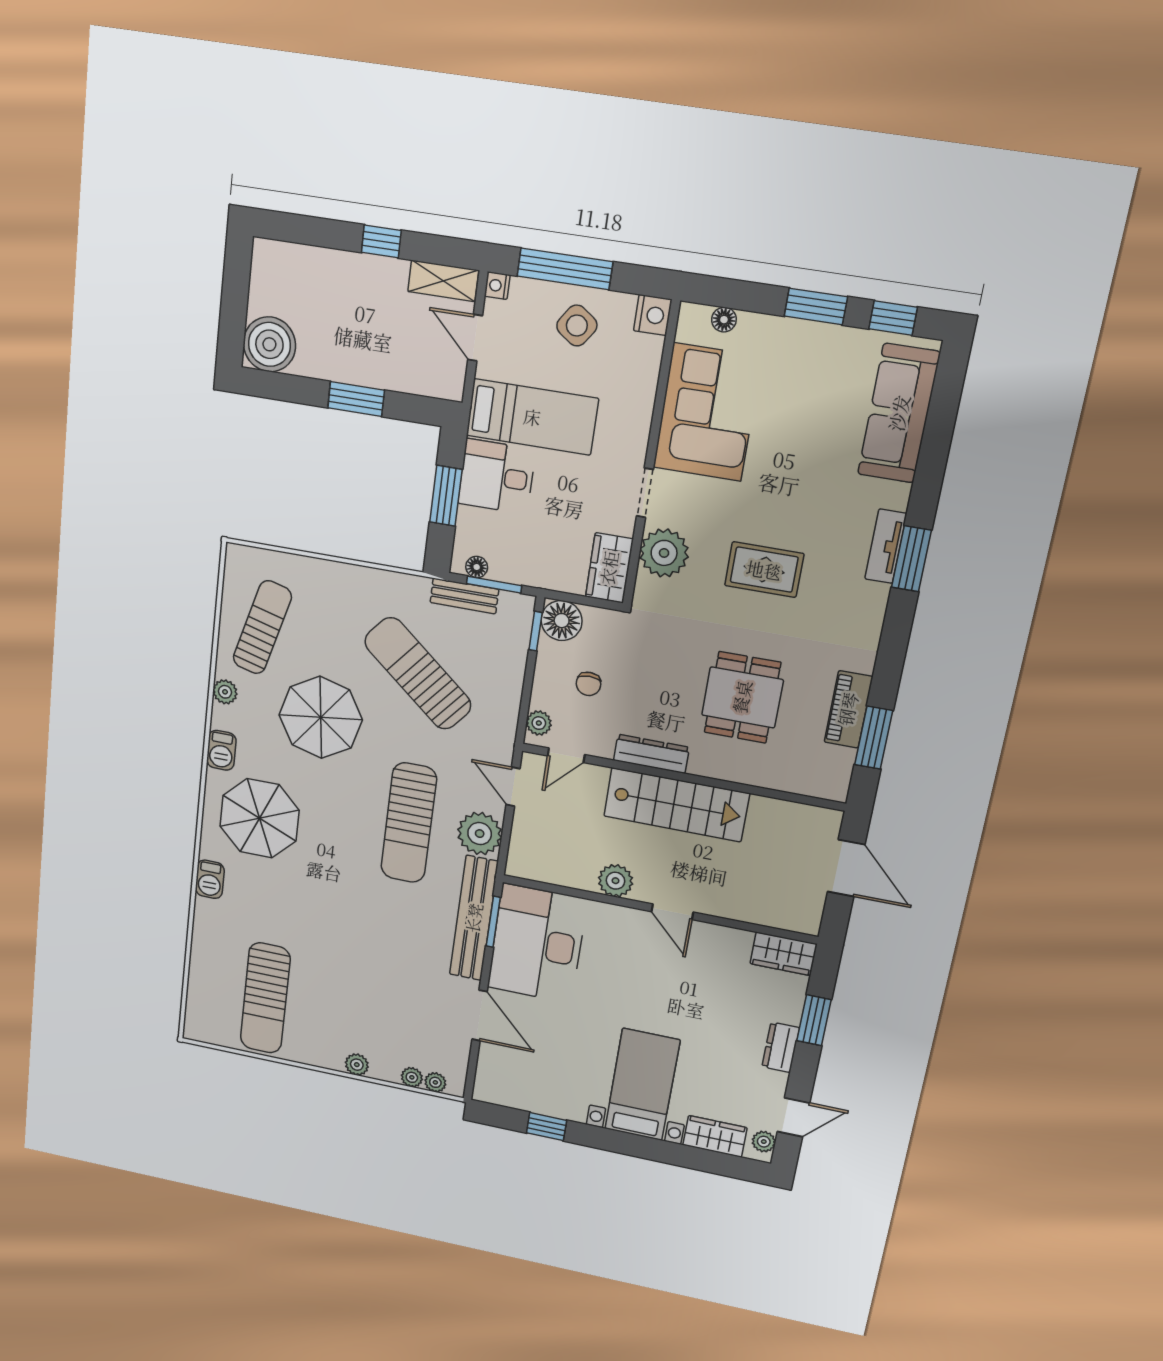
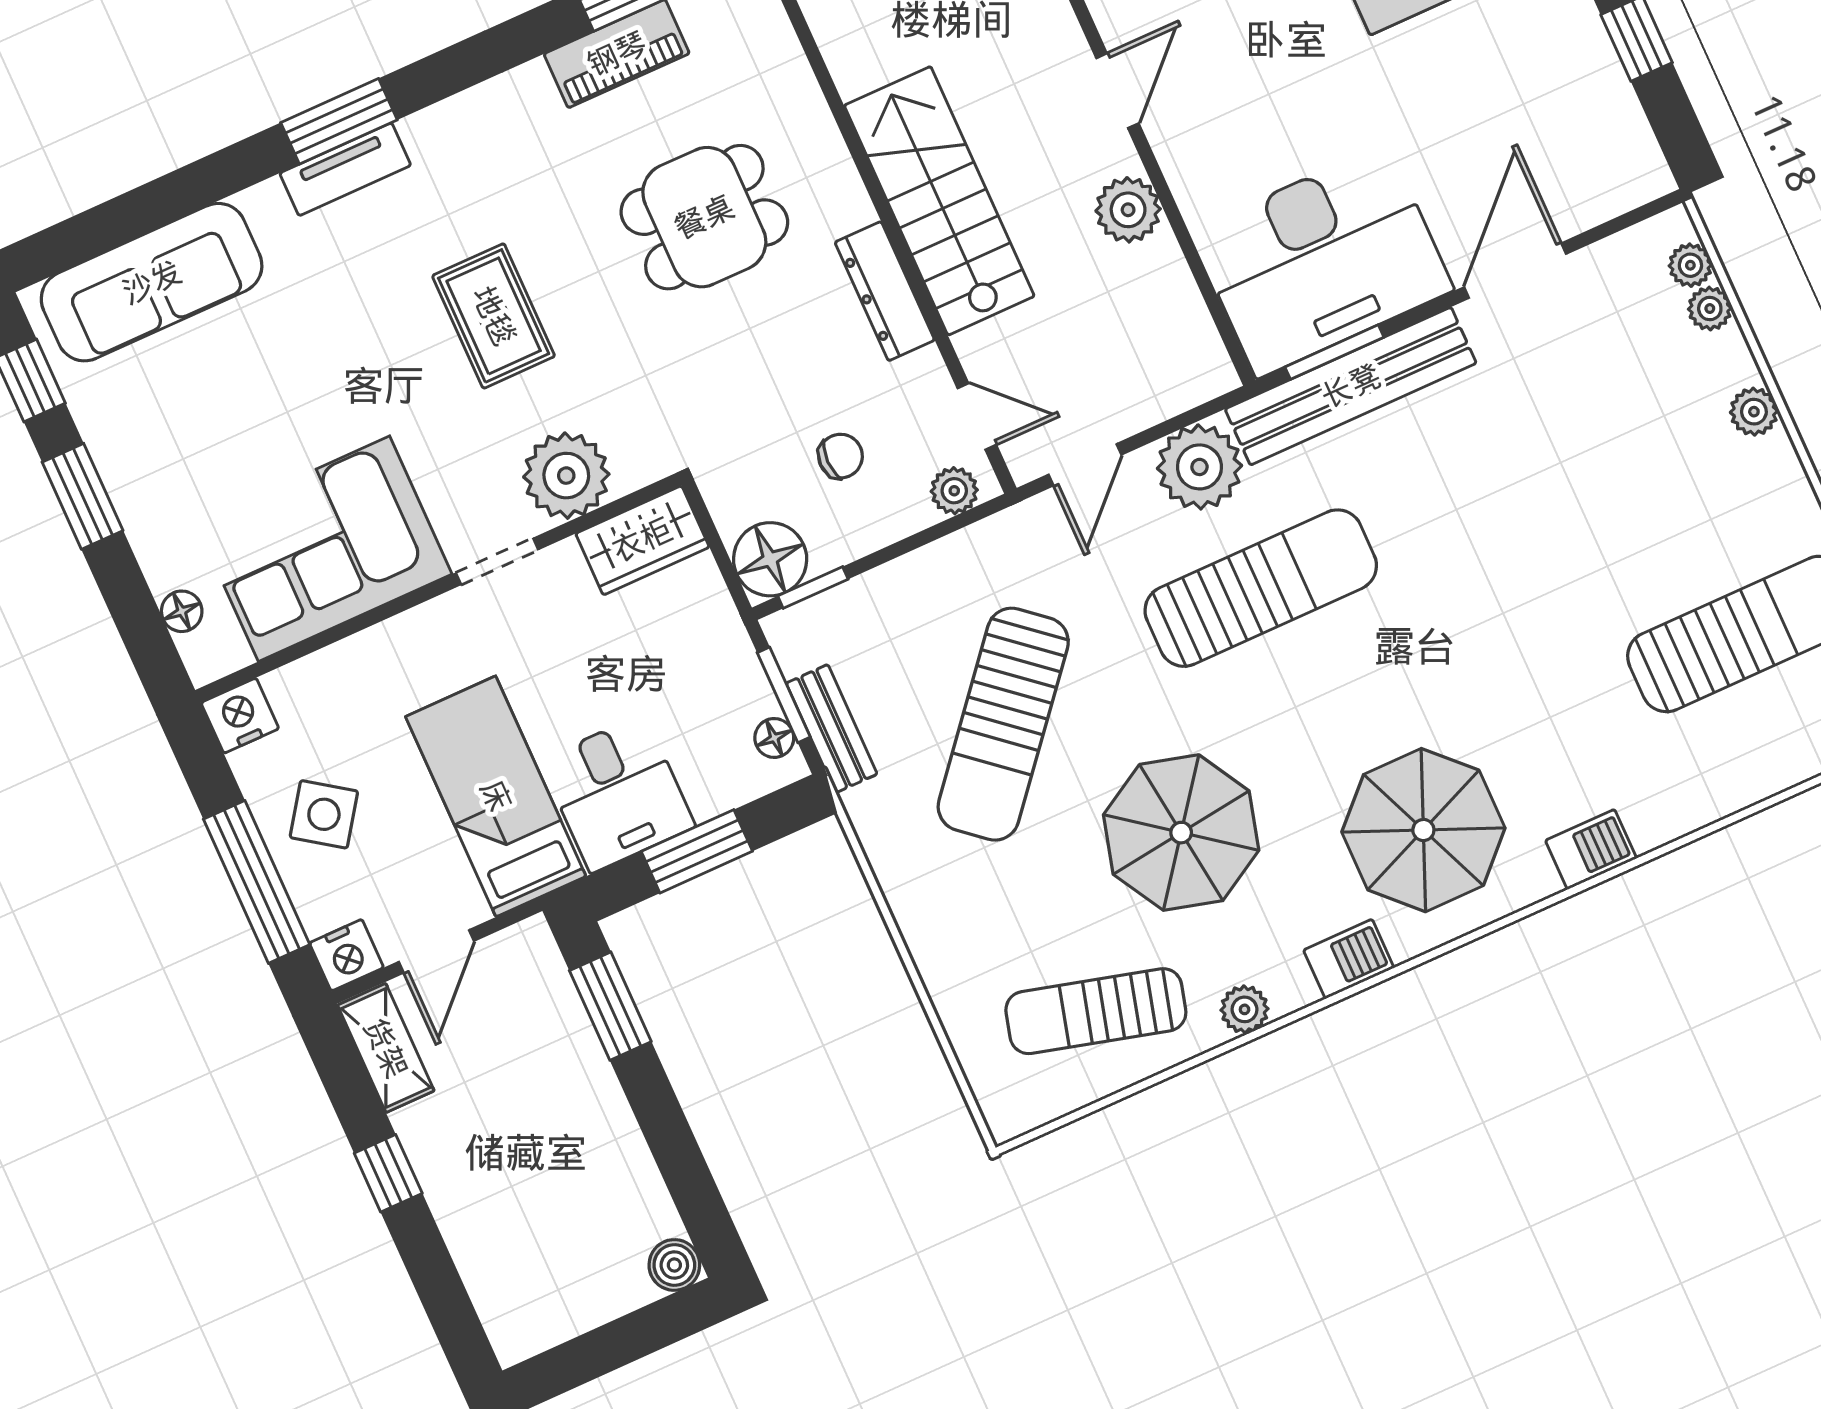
nightstand: (497, 286) -> (347, 955), width x1.39, depth x1.35
boiler: (269, 344) -> (674, 1265), width x0.54, depth x0.54
window: (356, 399) -> (610, 1006), moved

